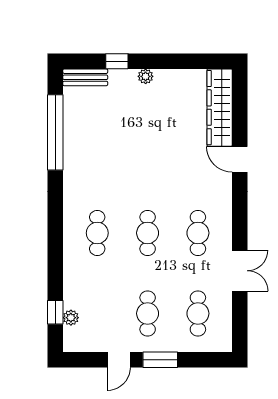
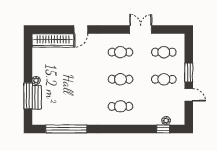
window: (117, 61) -> (28, 96), width x2.17
bench: (85, 77) -> (37, 97), moved

